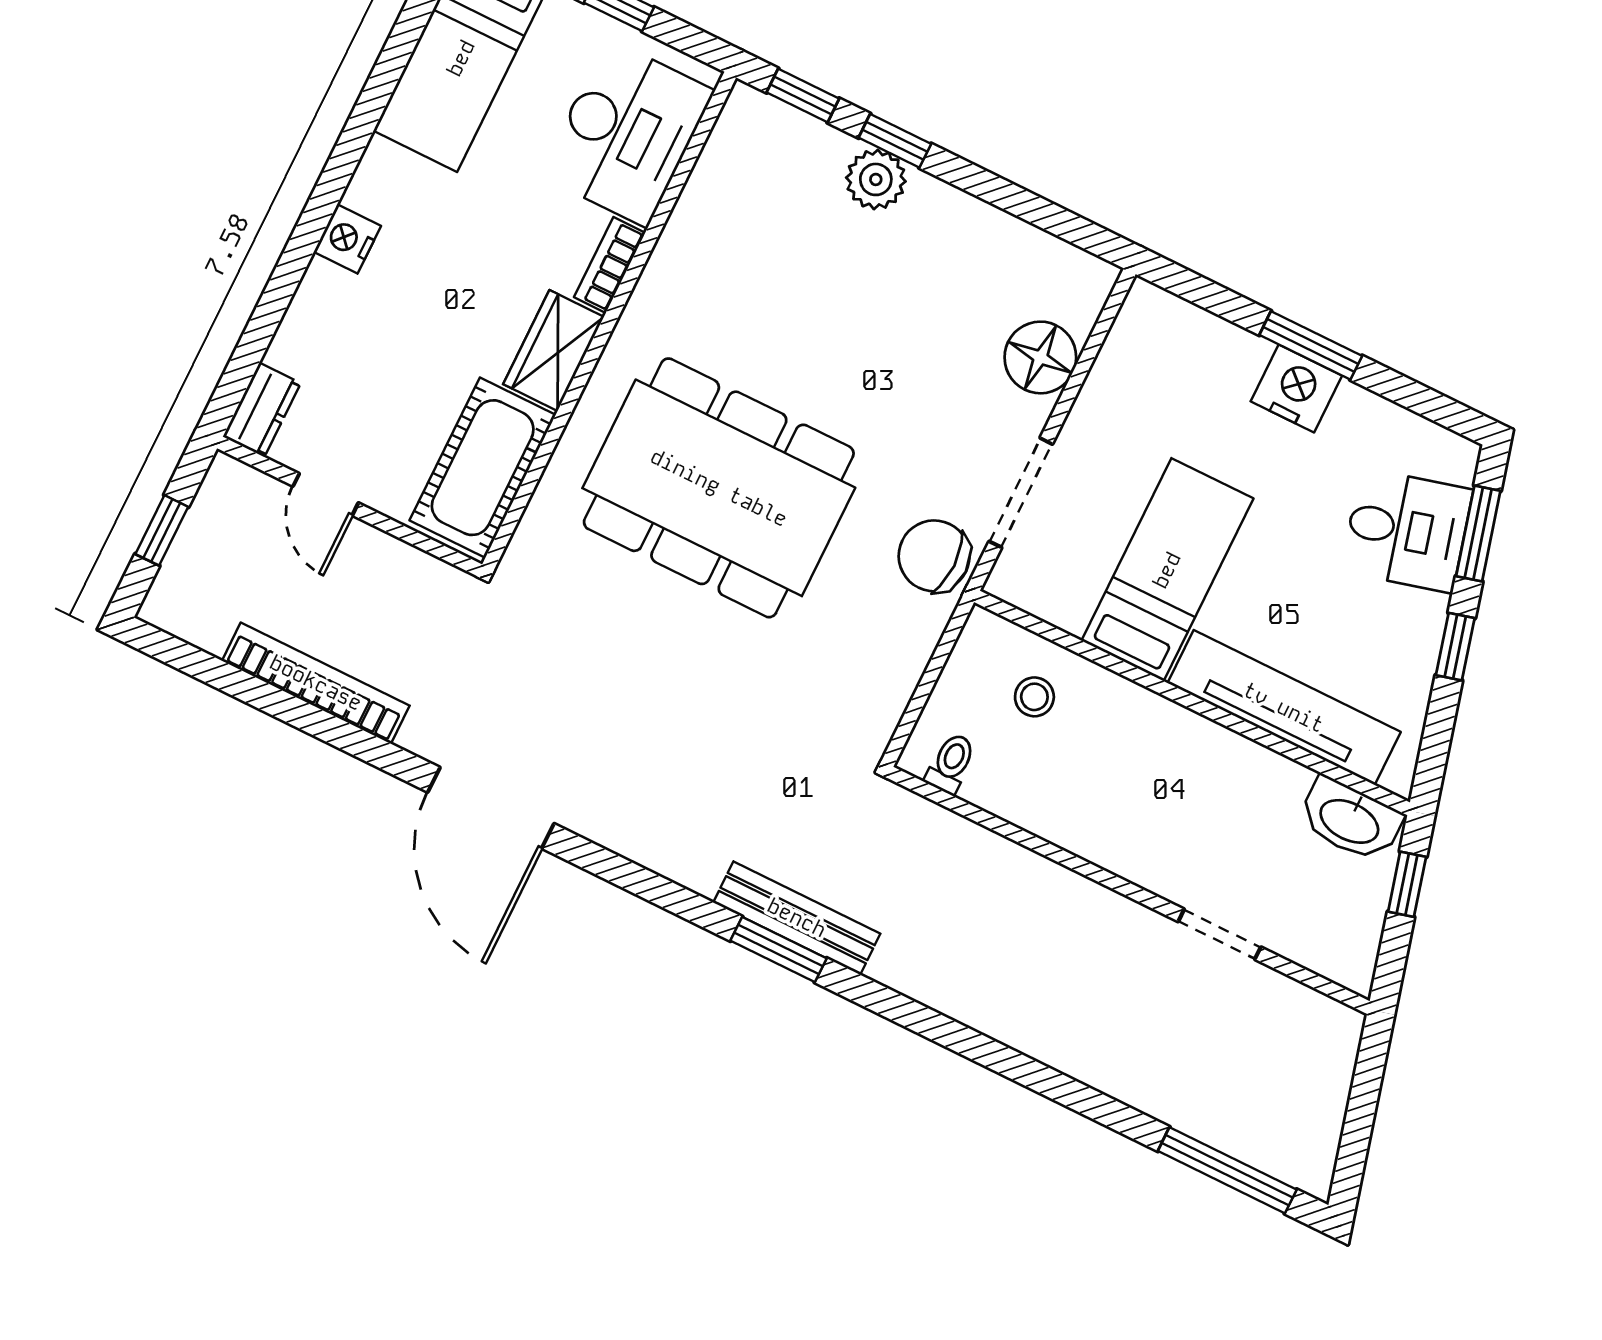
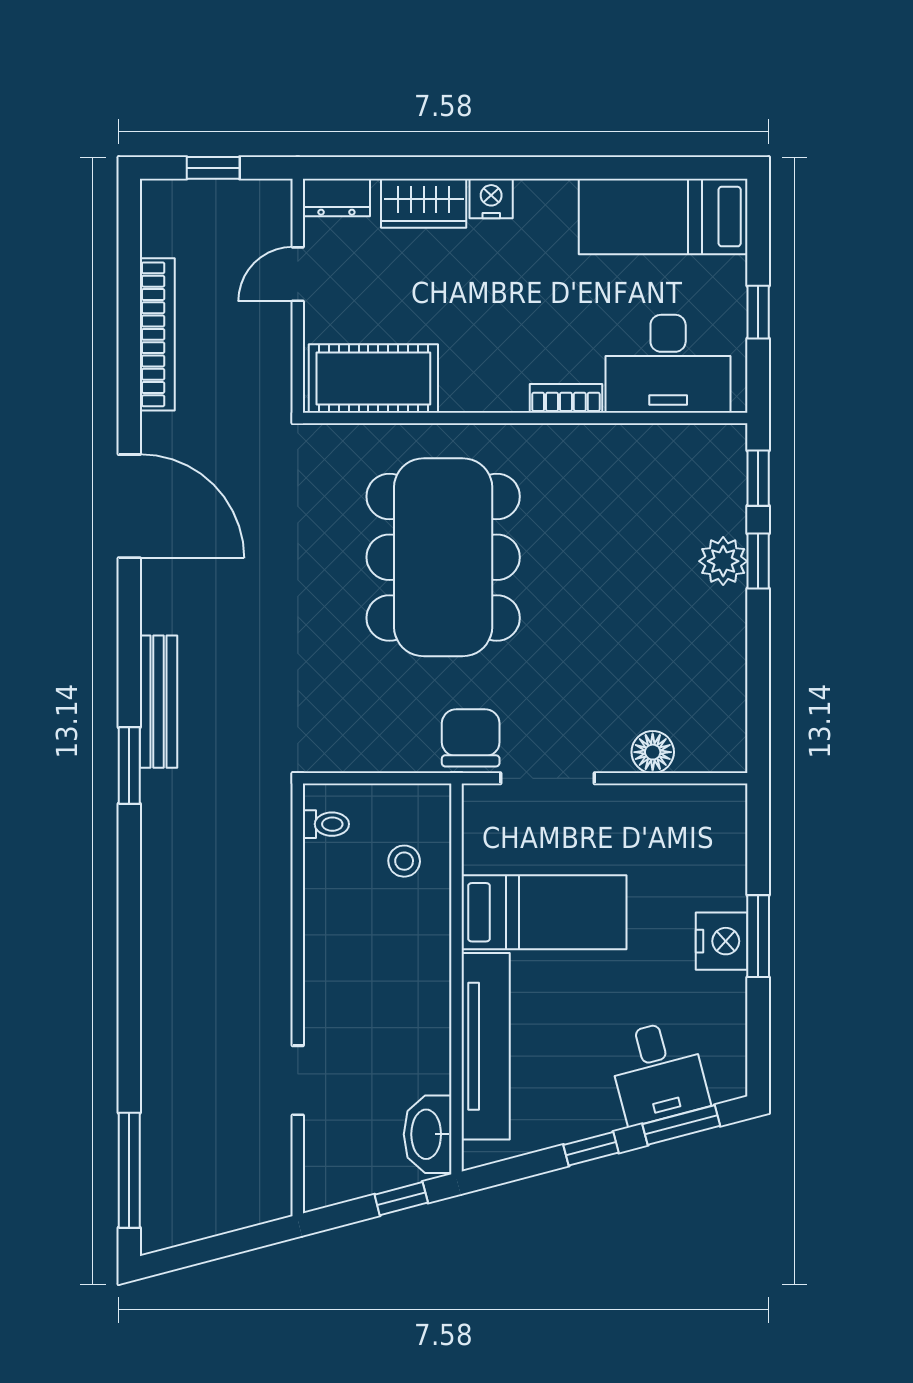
wardrobe: (554, 350) -> (424, 203), moved, turned 180
floor lamp: (1040, 357) -> (653, 752), width x0.73, depth x0.73
door: (491, 808) -> (129, 506), swing flipped
bench: (797, 918) -> (159, 702), moved

